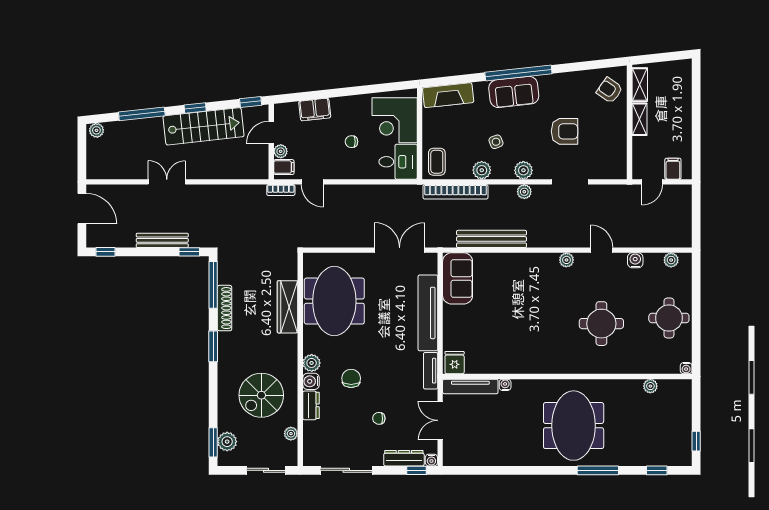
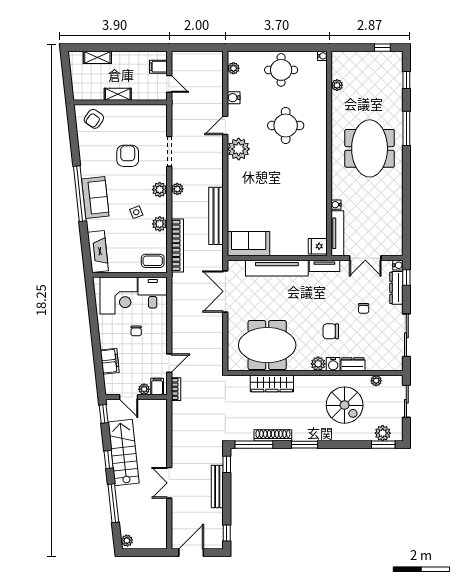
shelving: (640, 85) -> (97, 57), moved
plant: (566, 260) -> (239, 149), width x1.87, depth x1.87
meeting table: (574, 426) -> (370, 148), turned 90

